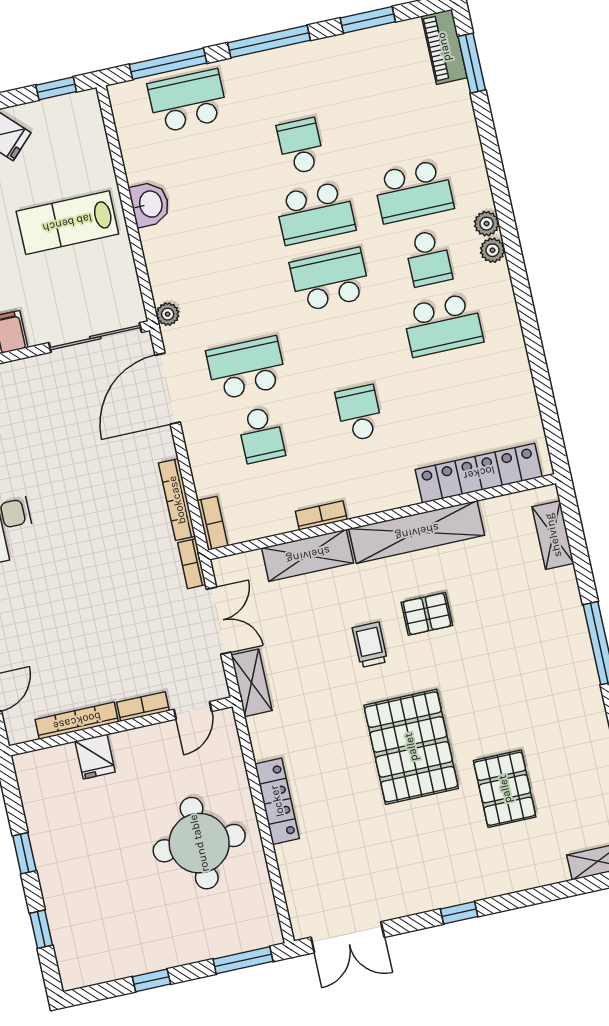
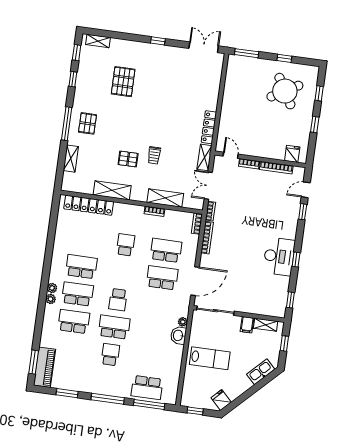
piano: (444, 47) -> (45, 367), width x1.37, depth x1.33
school desk: (301, 146) -> (110, 355), turned 180
washbasin: (150, 204) -> (178, 335), moved
school desk: (428, 258) -> (78, 294), width x1.85
school desk: (330, 280) -> (118, 300), width x0.54
plant: (168, 314) -> (183, 322), moved
school desk: (246, 368) -> (162, 278), turned 180
school desk: (359, 413) -> (126, 245), turned 180
school desk: (261, 435) -> (166, 250), width x1.85
shelving: (417, 532) -> (112, 190), width x0.68
shelving: (553, 535) -> (71, 159), moved
door: (193, 710) -> (231, 155), hinge flipped
pallet: (411, 747) -> (88, 123), moved, width x0.49, depth x0.50
fridge: (95, 757) -> (292, 154), moved
locker: (277, 801) -> (209, 127), moved
round table: (199, 843) -> (285, 91), moved, turned -30

